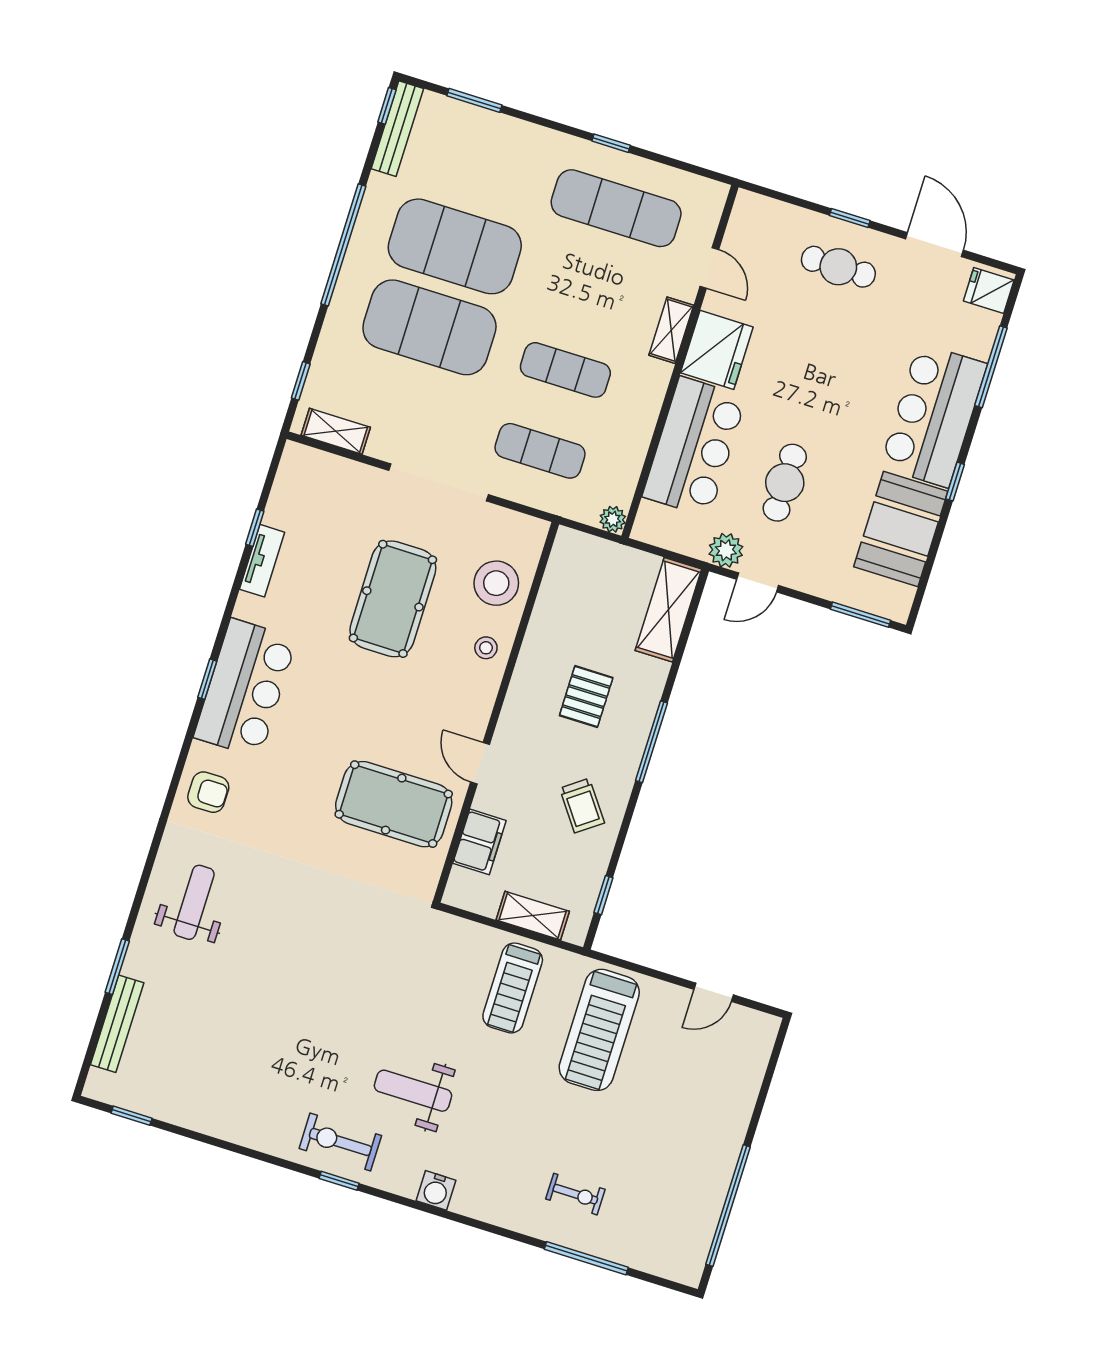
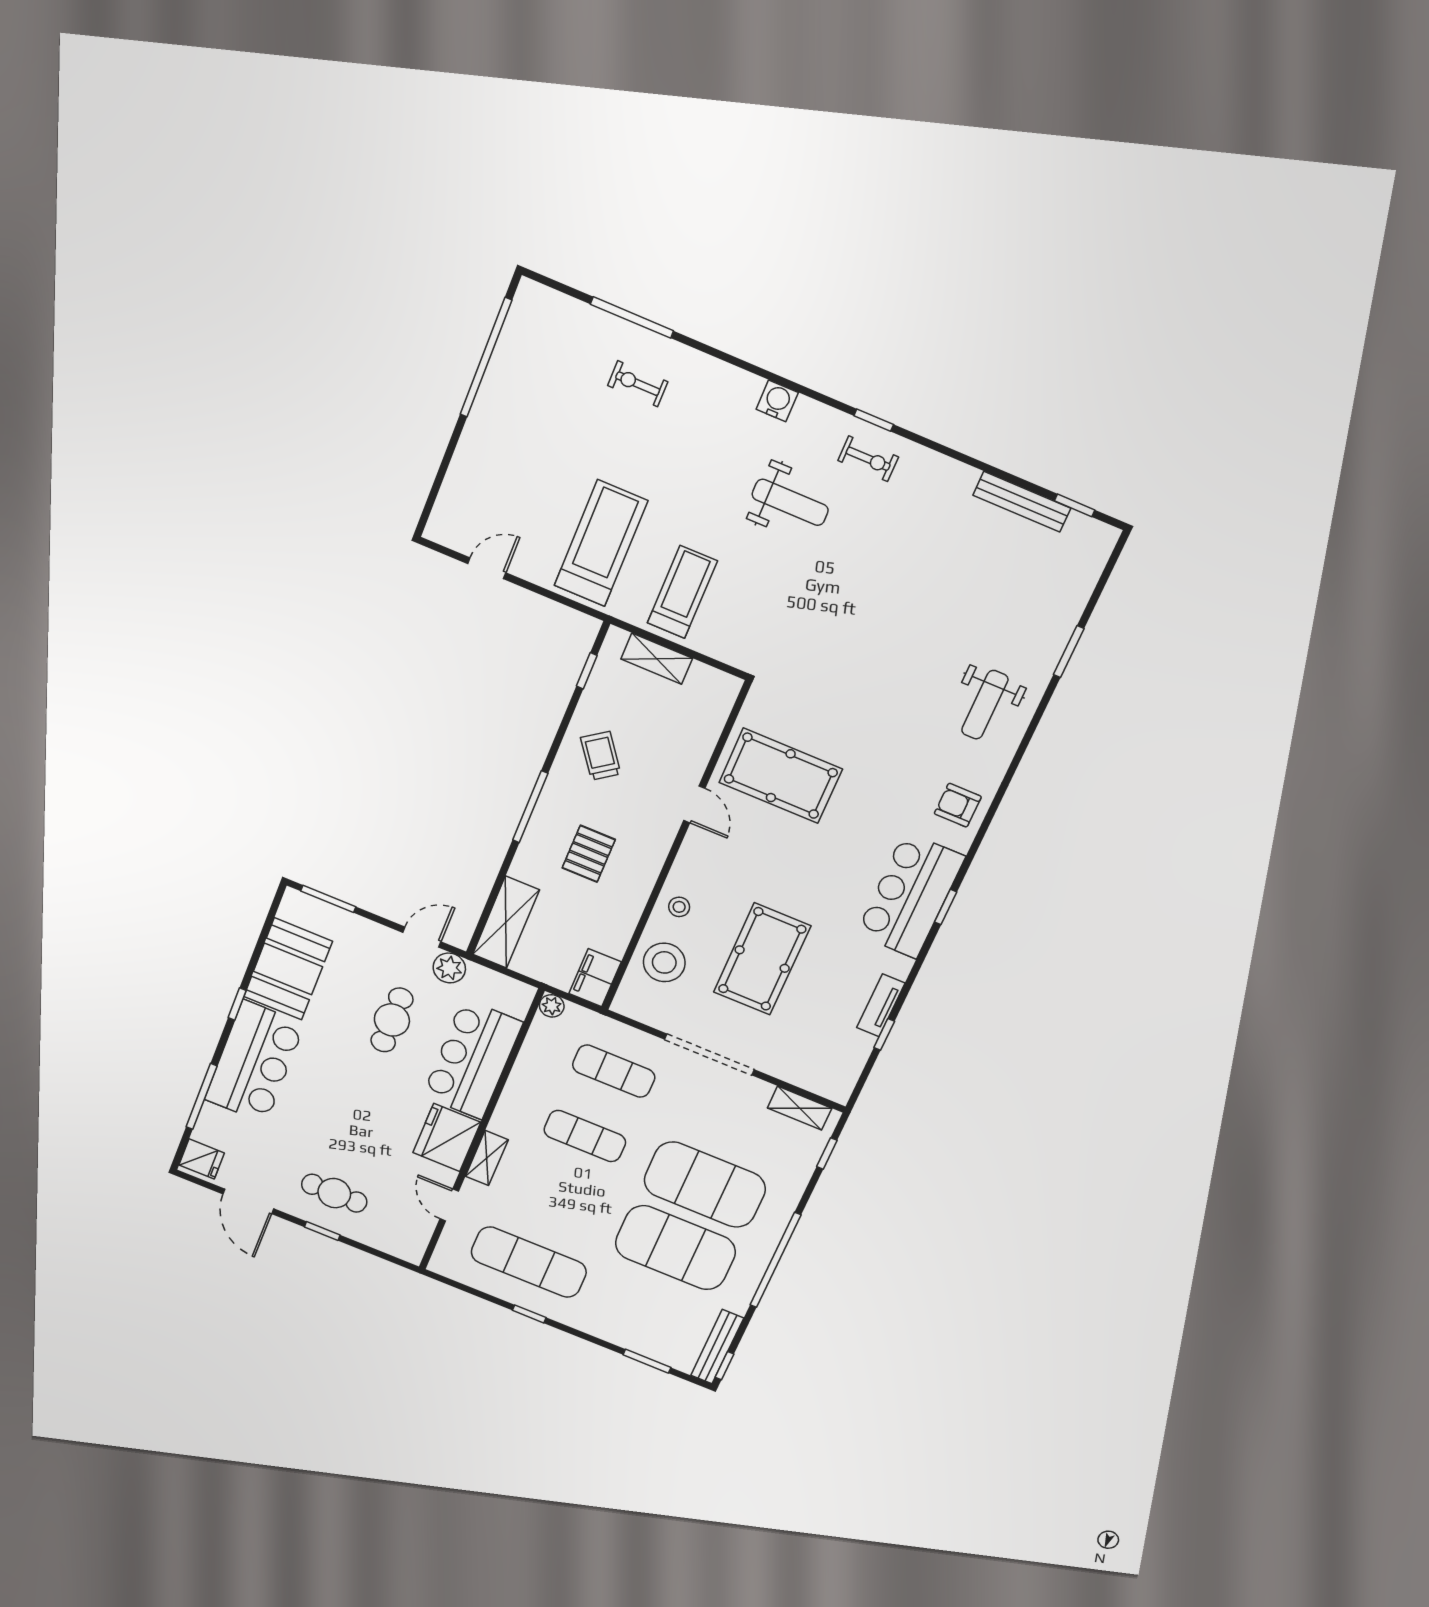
filing cabinet: (479, 842) -> (595, 978), moved
bench: (117, 1024) -> (1022, 502), moved, turned 90
exercise bike: (340, 1142) -> (868, 459), width x0.73, depth x0.72

